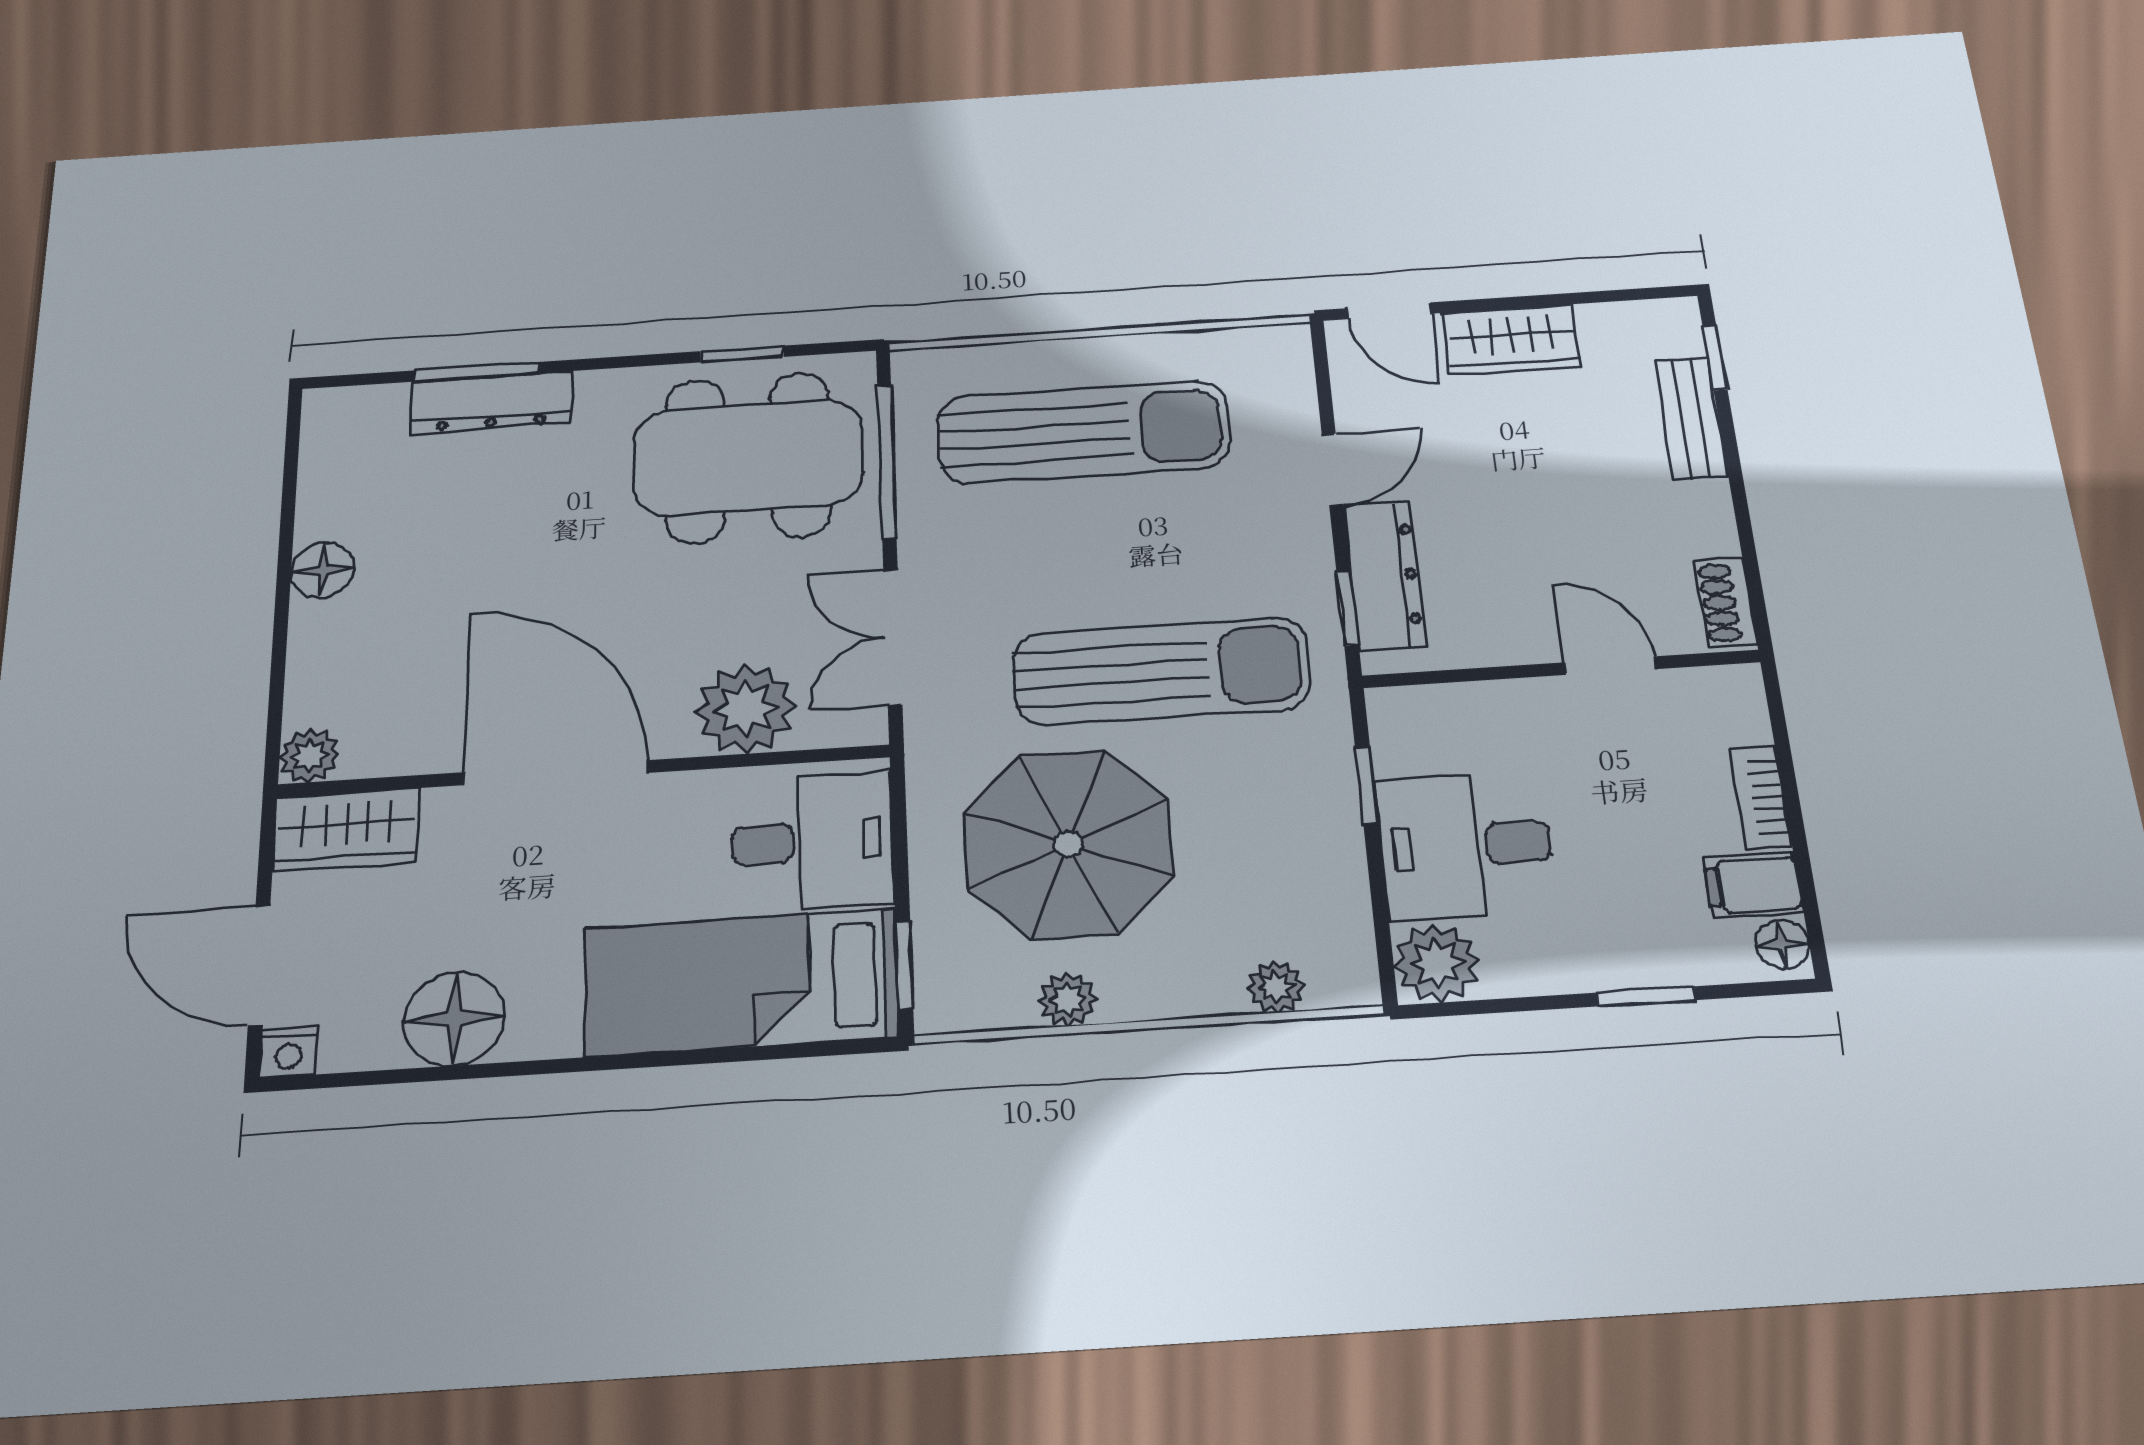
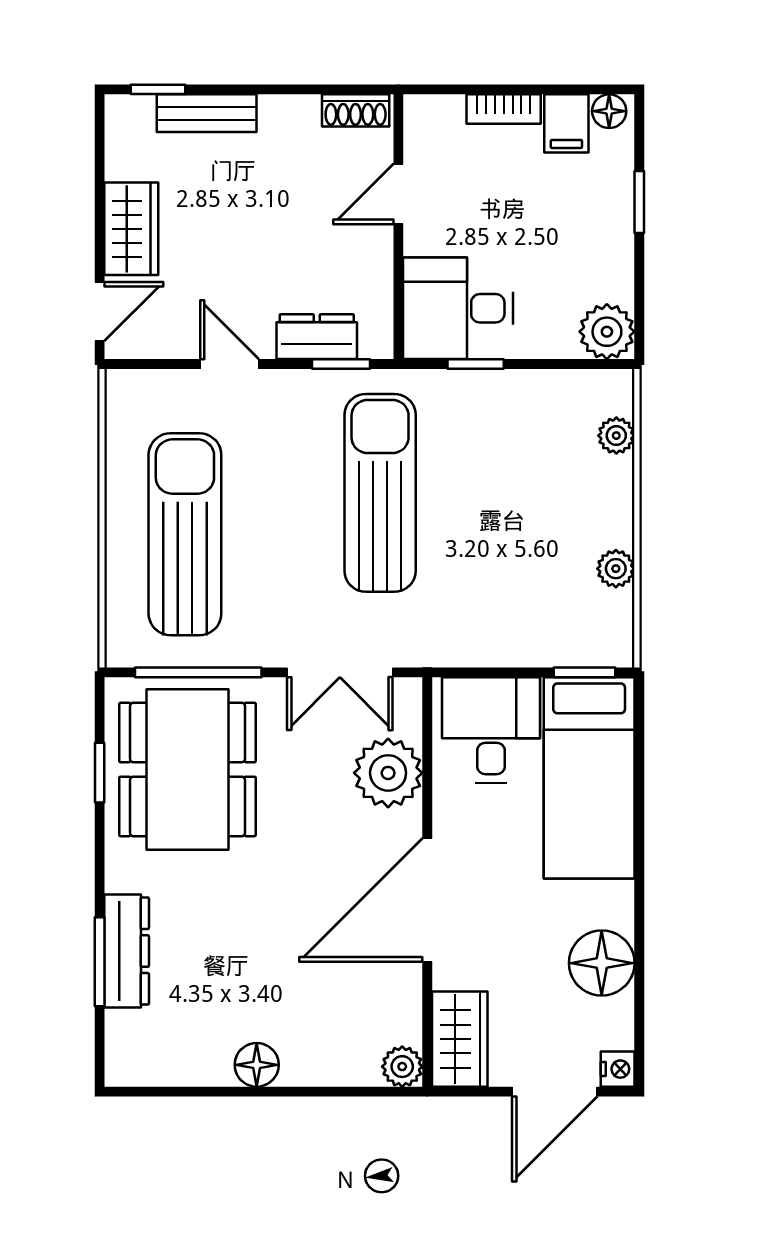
dresser: (1384, 575) -> (317, 337), width x0.70
parasol: (1068, 844) -> (505, 562), removed
desk: (1465, 845) -> (458, 308), moved, turned 90

